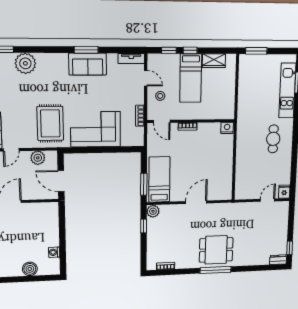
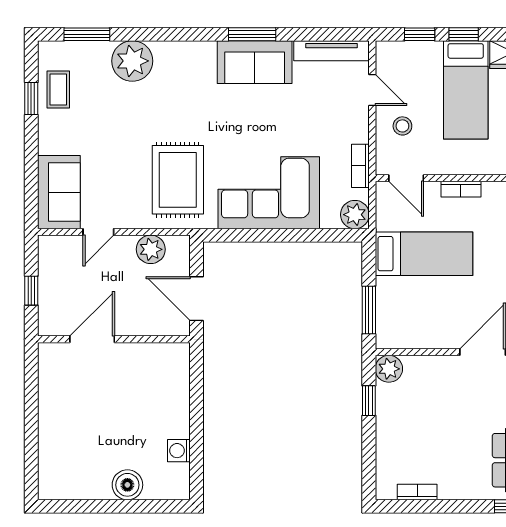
tv unit: (131, 58) -> (332, 51), width x1.41
plant: (137, 139) -> (355, 215), added
bed: (159, 179) -> (424, 254), moved, turned 90

